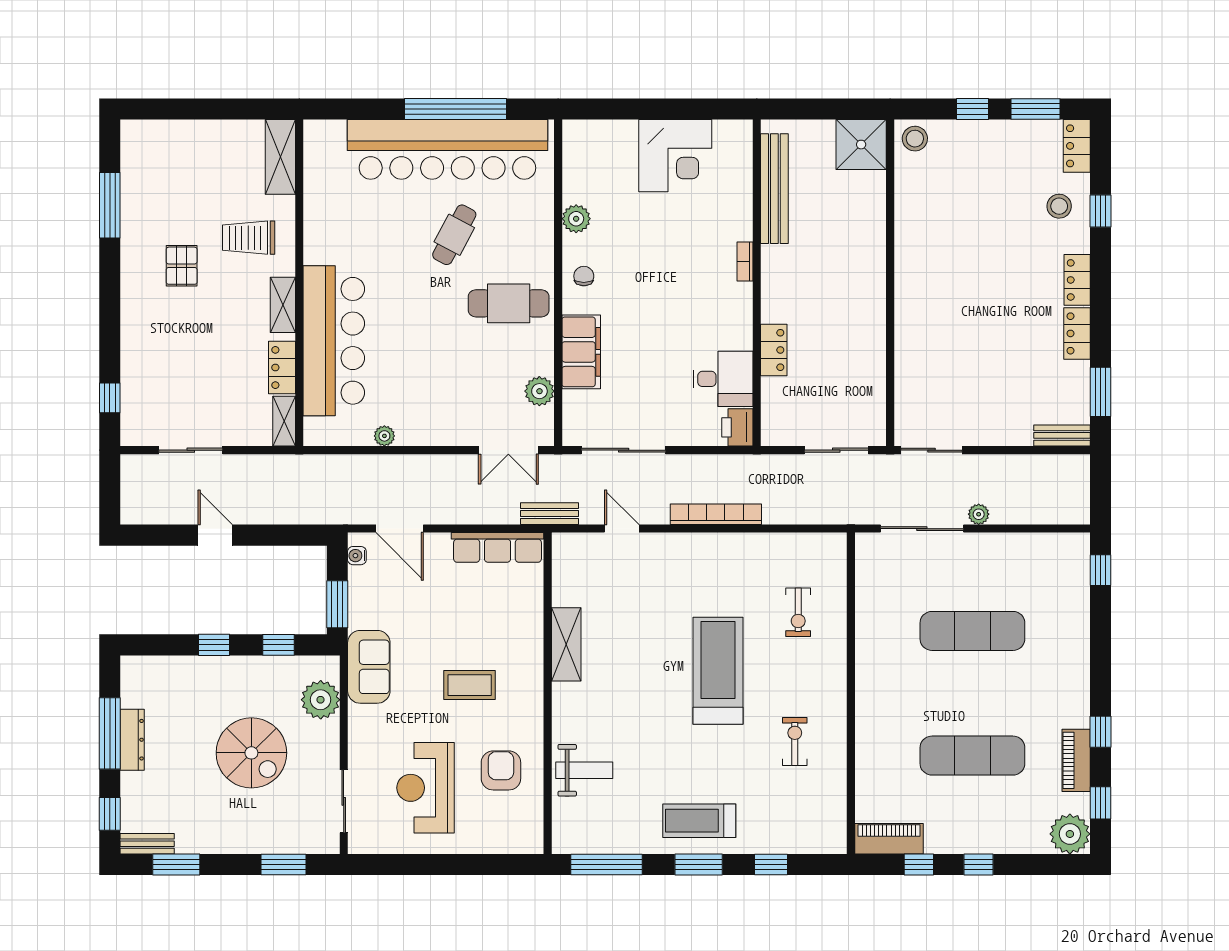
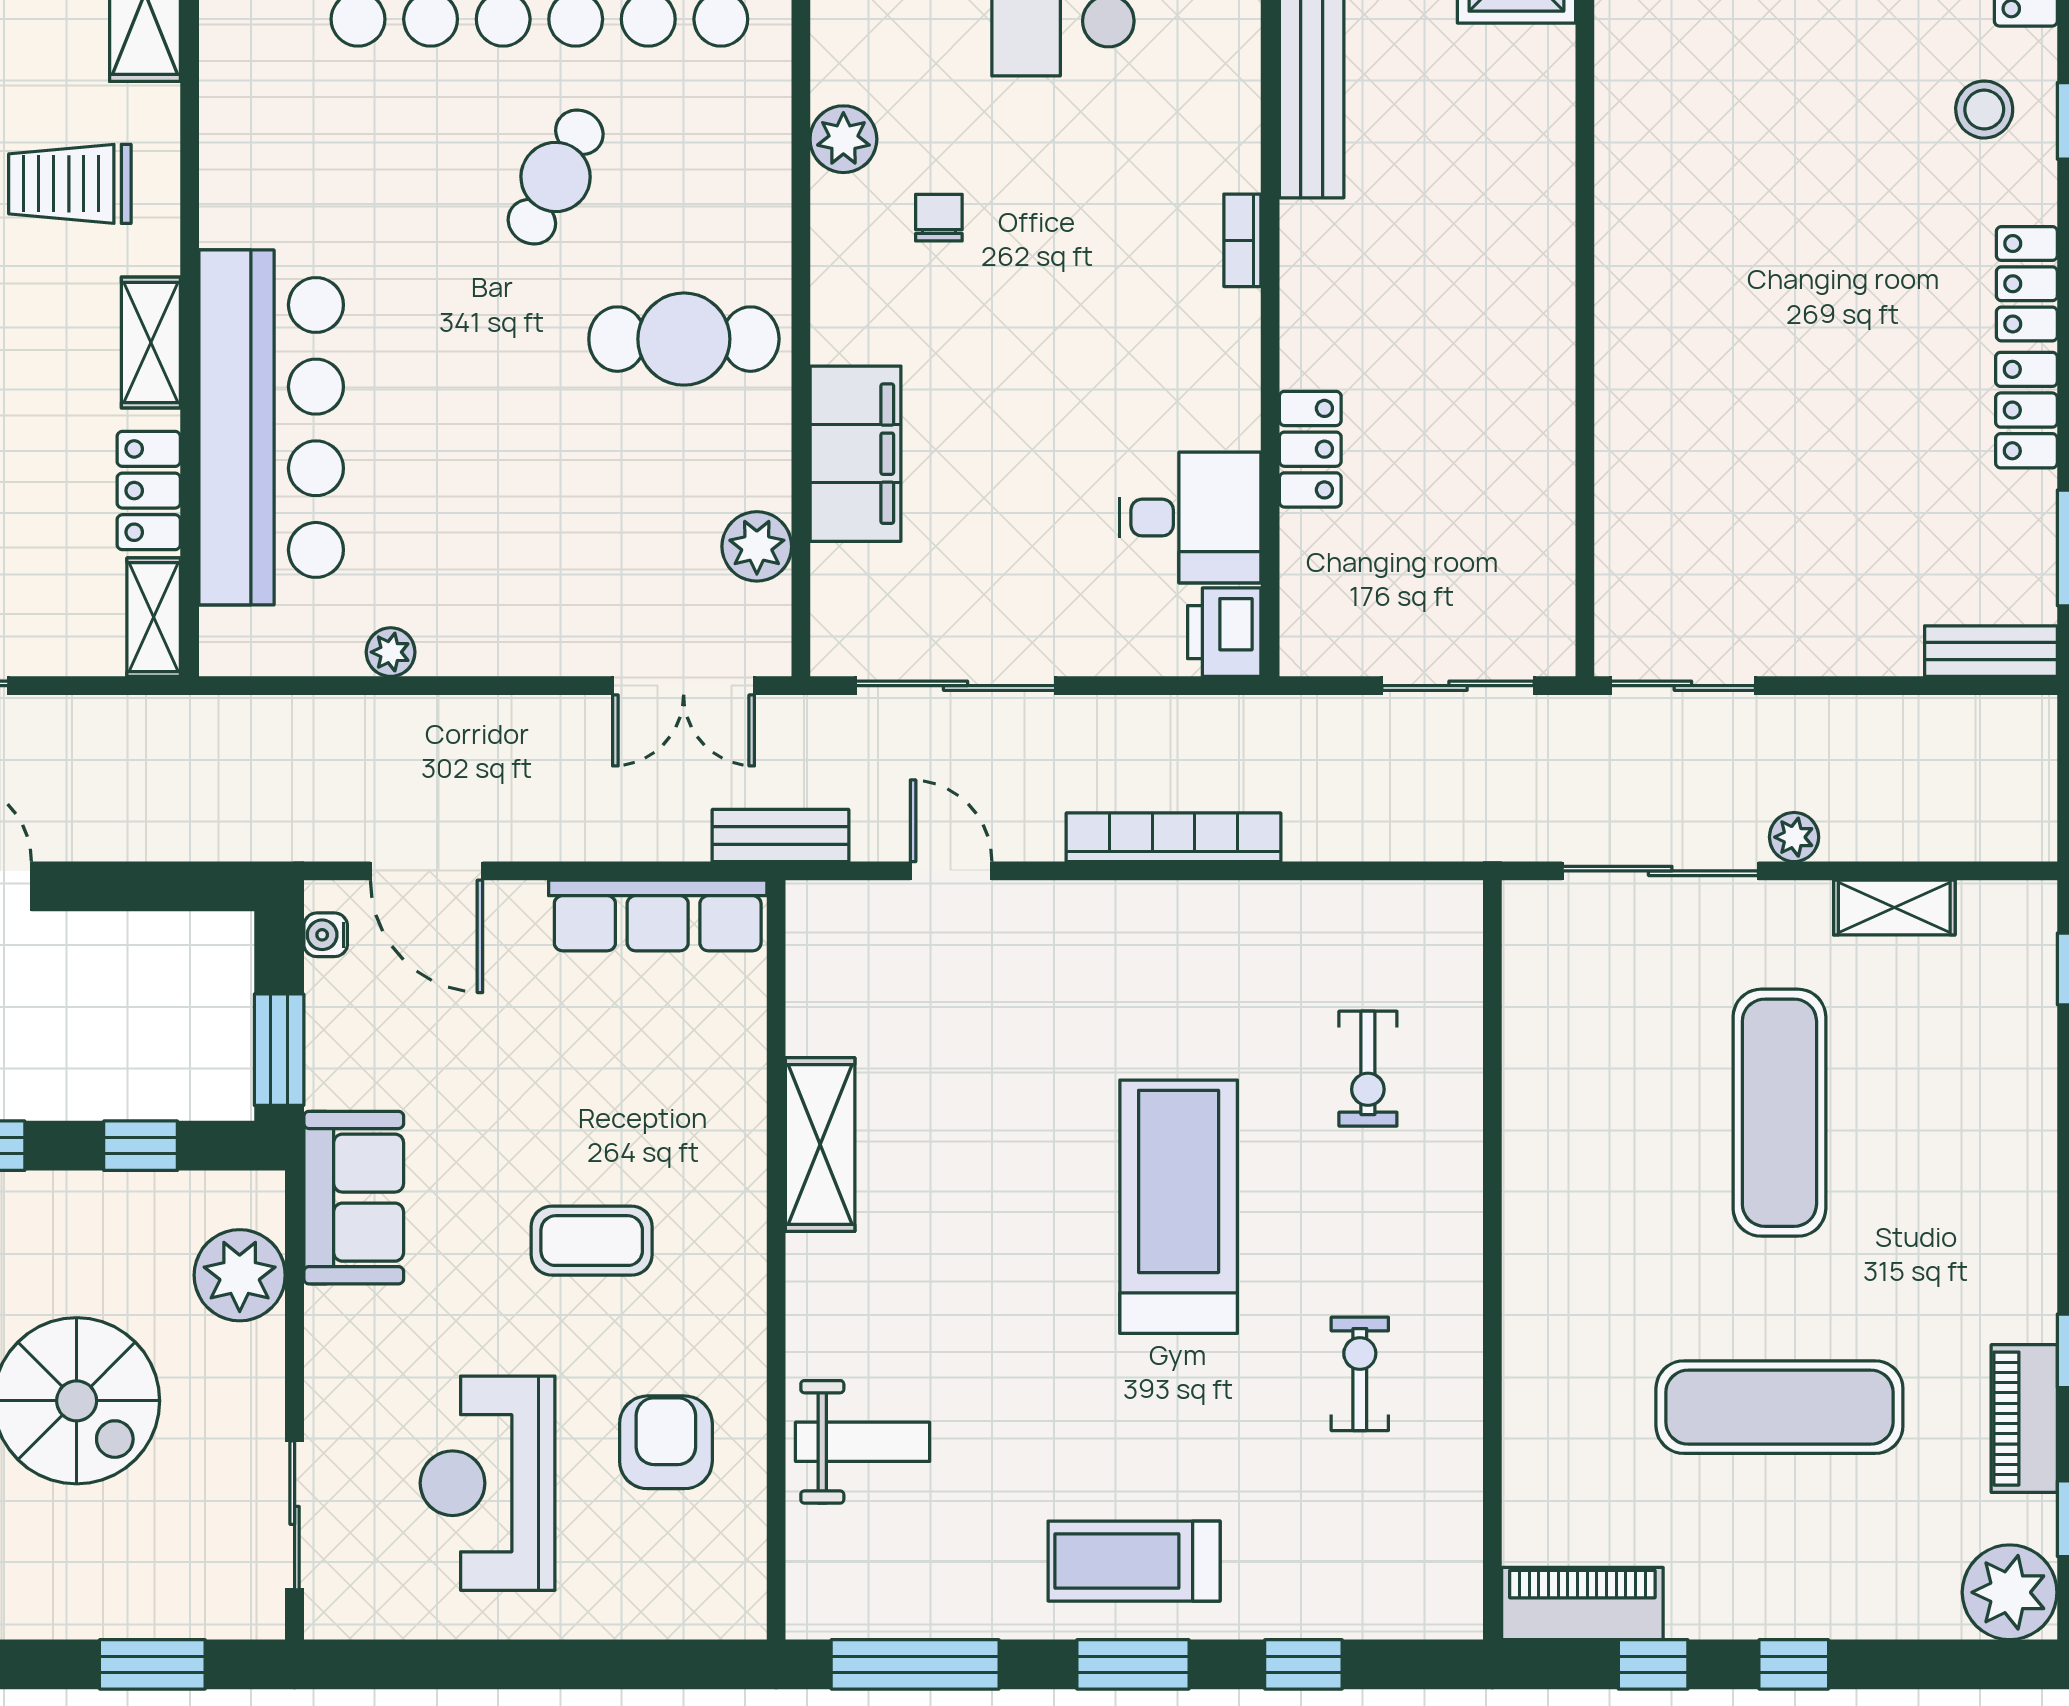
chair: (584, 276) -> (939, 218), moved
shelving: (1021, 544) -> (1894, 908), added
exercise mat: (972, 631) -> (1779, 1113), turned 90

